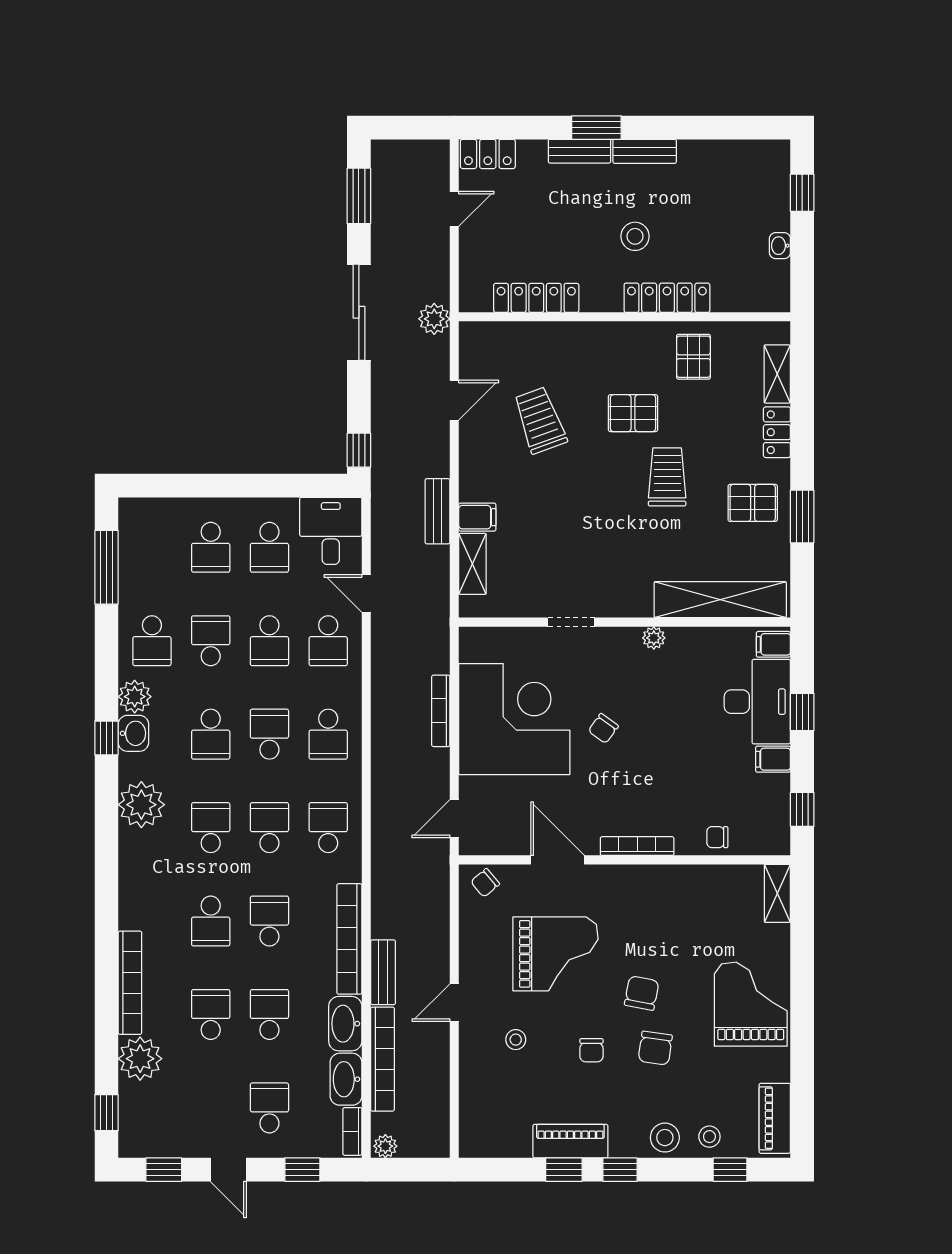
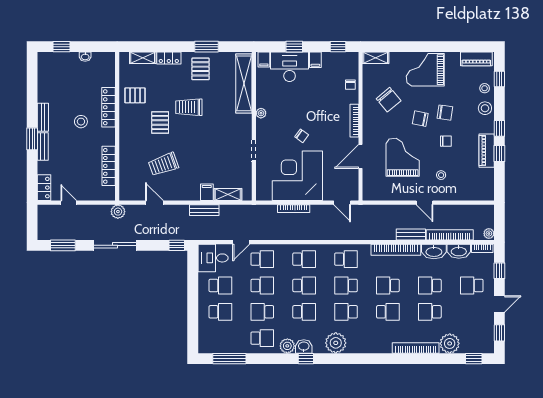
school desk: (269, 734) -> (304, 285), turned 180
school desk: (328, 828) -> (346, 259), turned 180
chair: (485, 883) -> (389, 100), moved, width x1.87, depth x1.87

